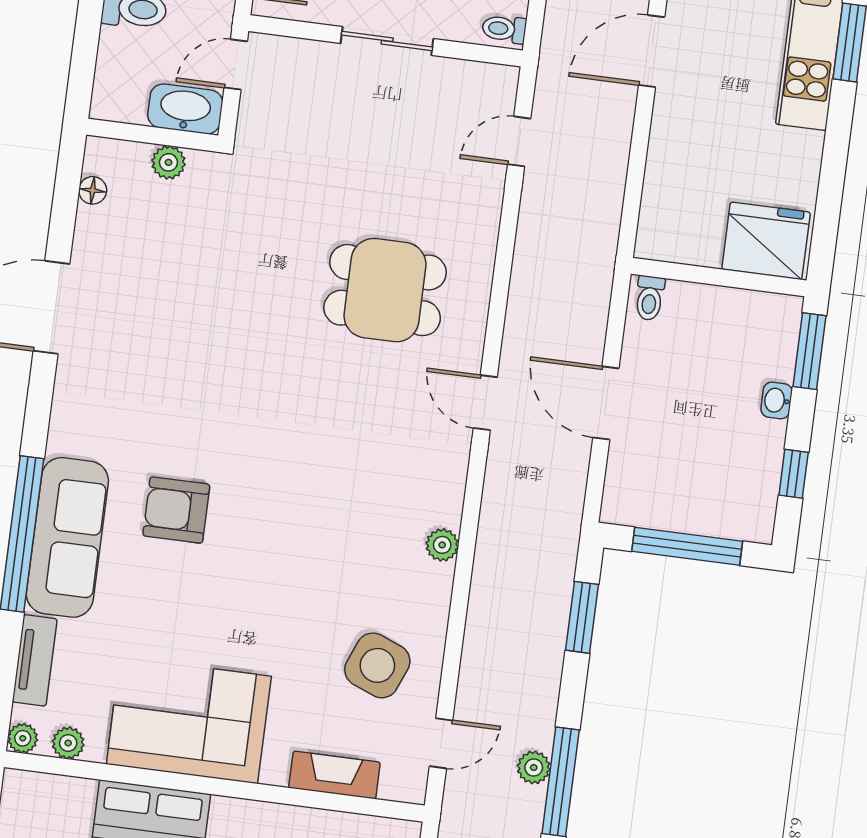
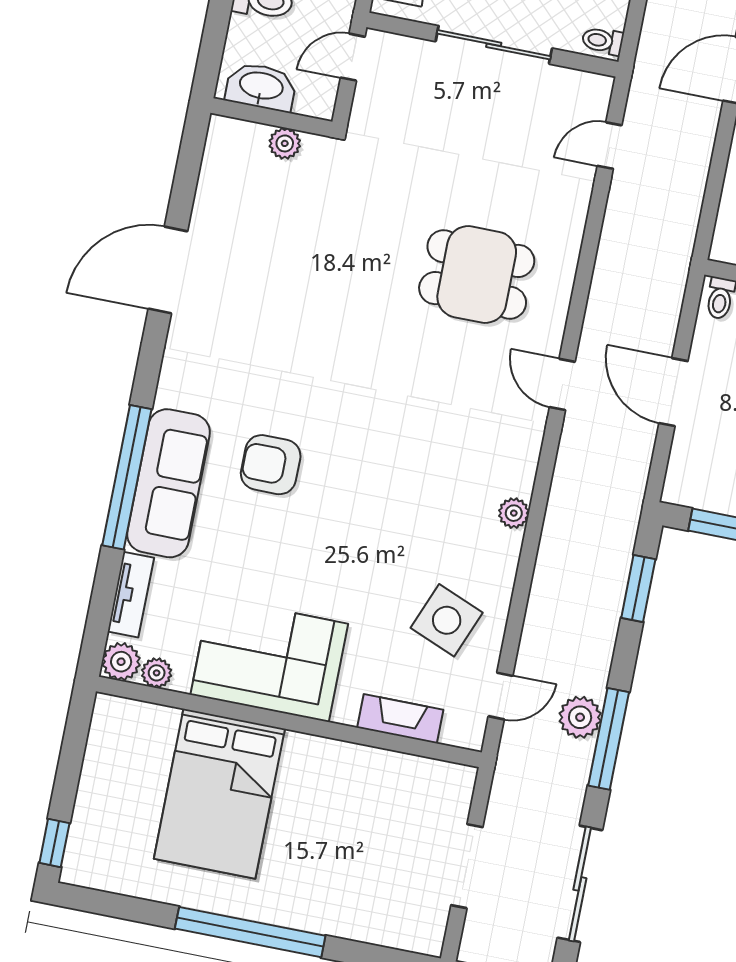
sliding door: (387, 41) -> (494, 45), width x1.37
washbasin: (185, 109) -> (261, 87), moved
floor lamp: (93, 190) -> (213, 165), removed
plant: (23, 738) -> (121, 662), width x1.38, depth x1.38
plant: (534, 767) -> (580, 717), width x1.38, depth x1.38

